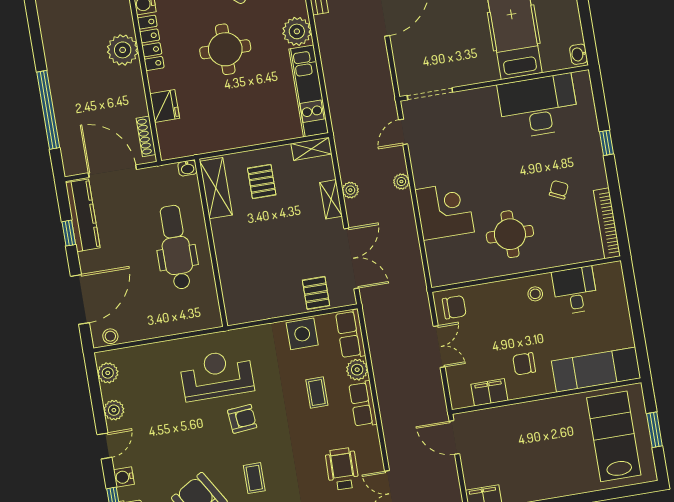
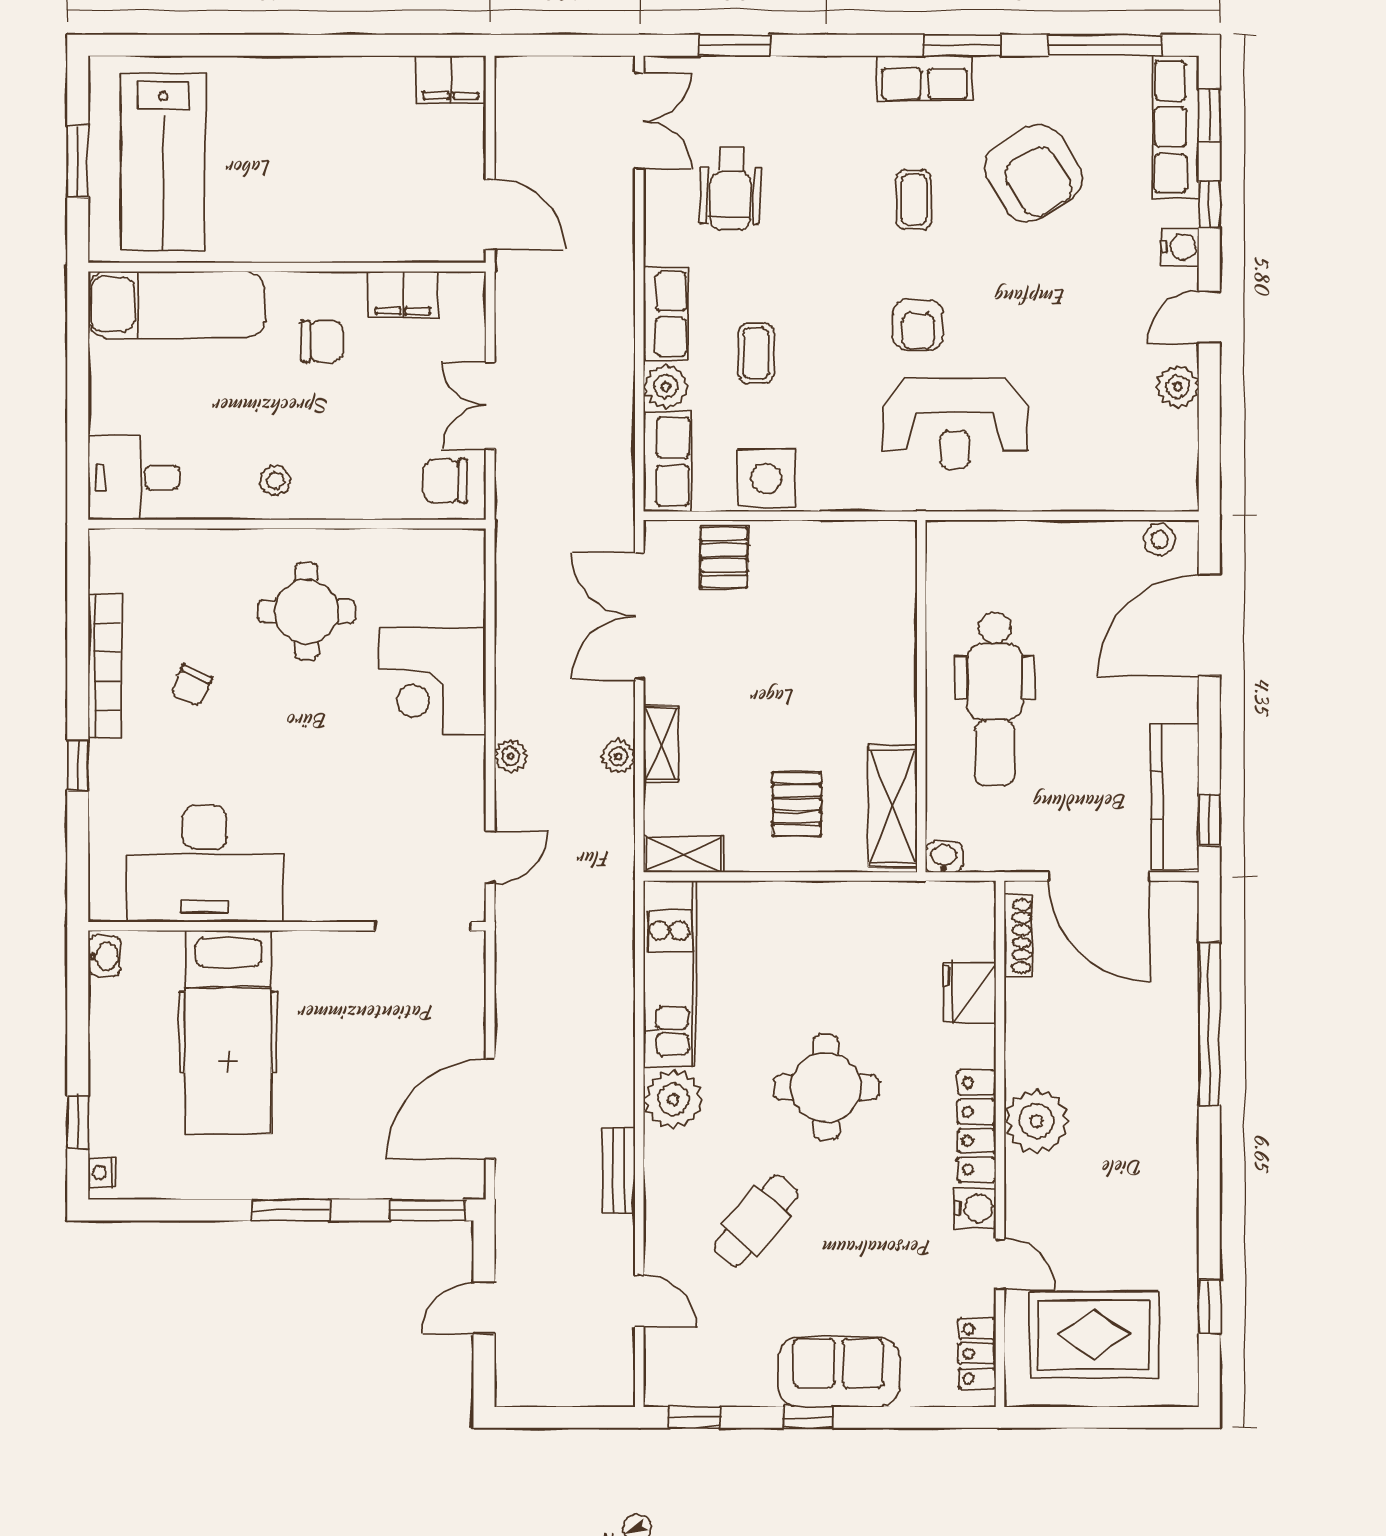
bookcase: (607, 223) -> (104, 666), moved
window: (69, 233) -> (1209, 820), moved
desk: (575, 290) -> (134, 478), moved, turned 90
plant: (108, 373) -> (1177, 465), removed
armchair: (242, 419) -> (918, 325), turned -85

